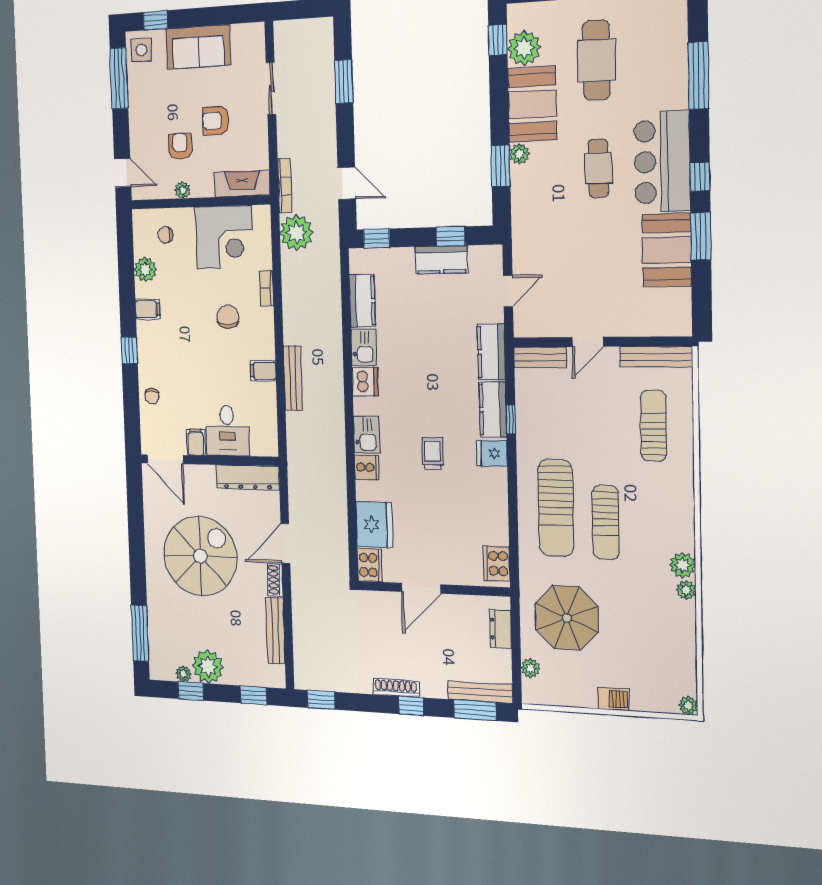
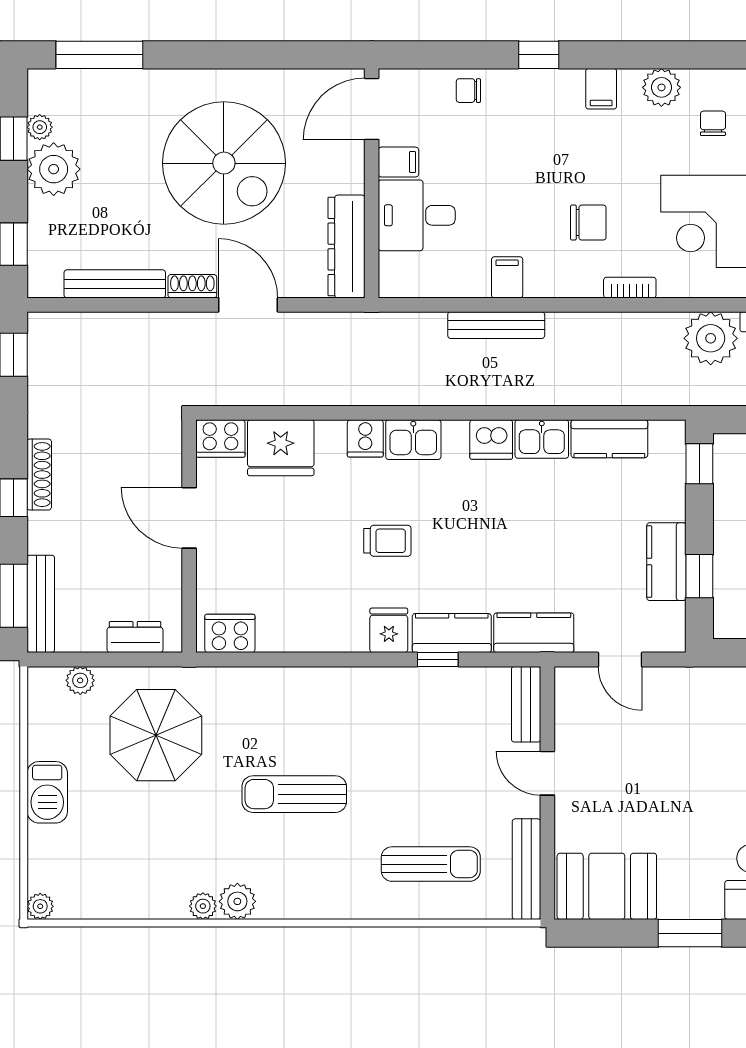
booth: (667, 250) -> (607, 886), moved
sun lounger: (556, 508) -> (313, 723), removed
barbecue: (613, 699) -> (47, 792), width x1.38, depth x1.27

